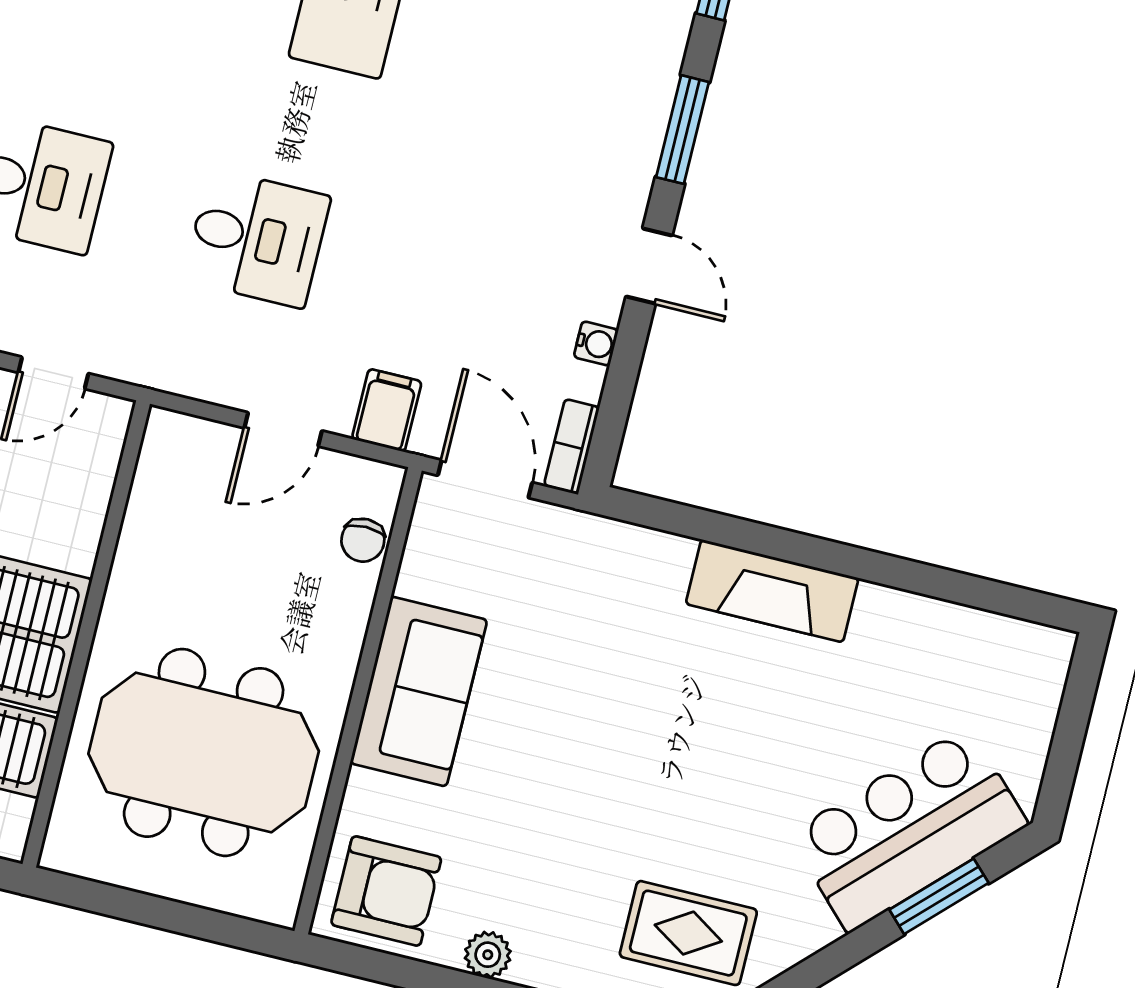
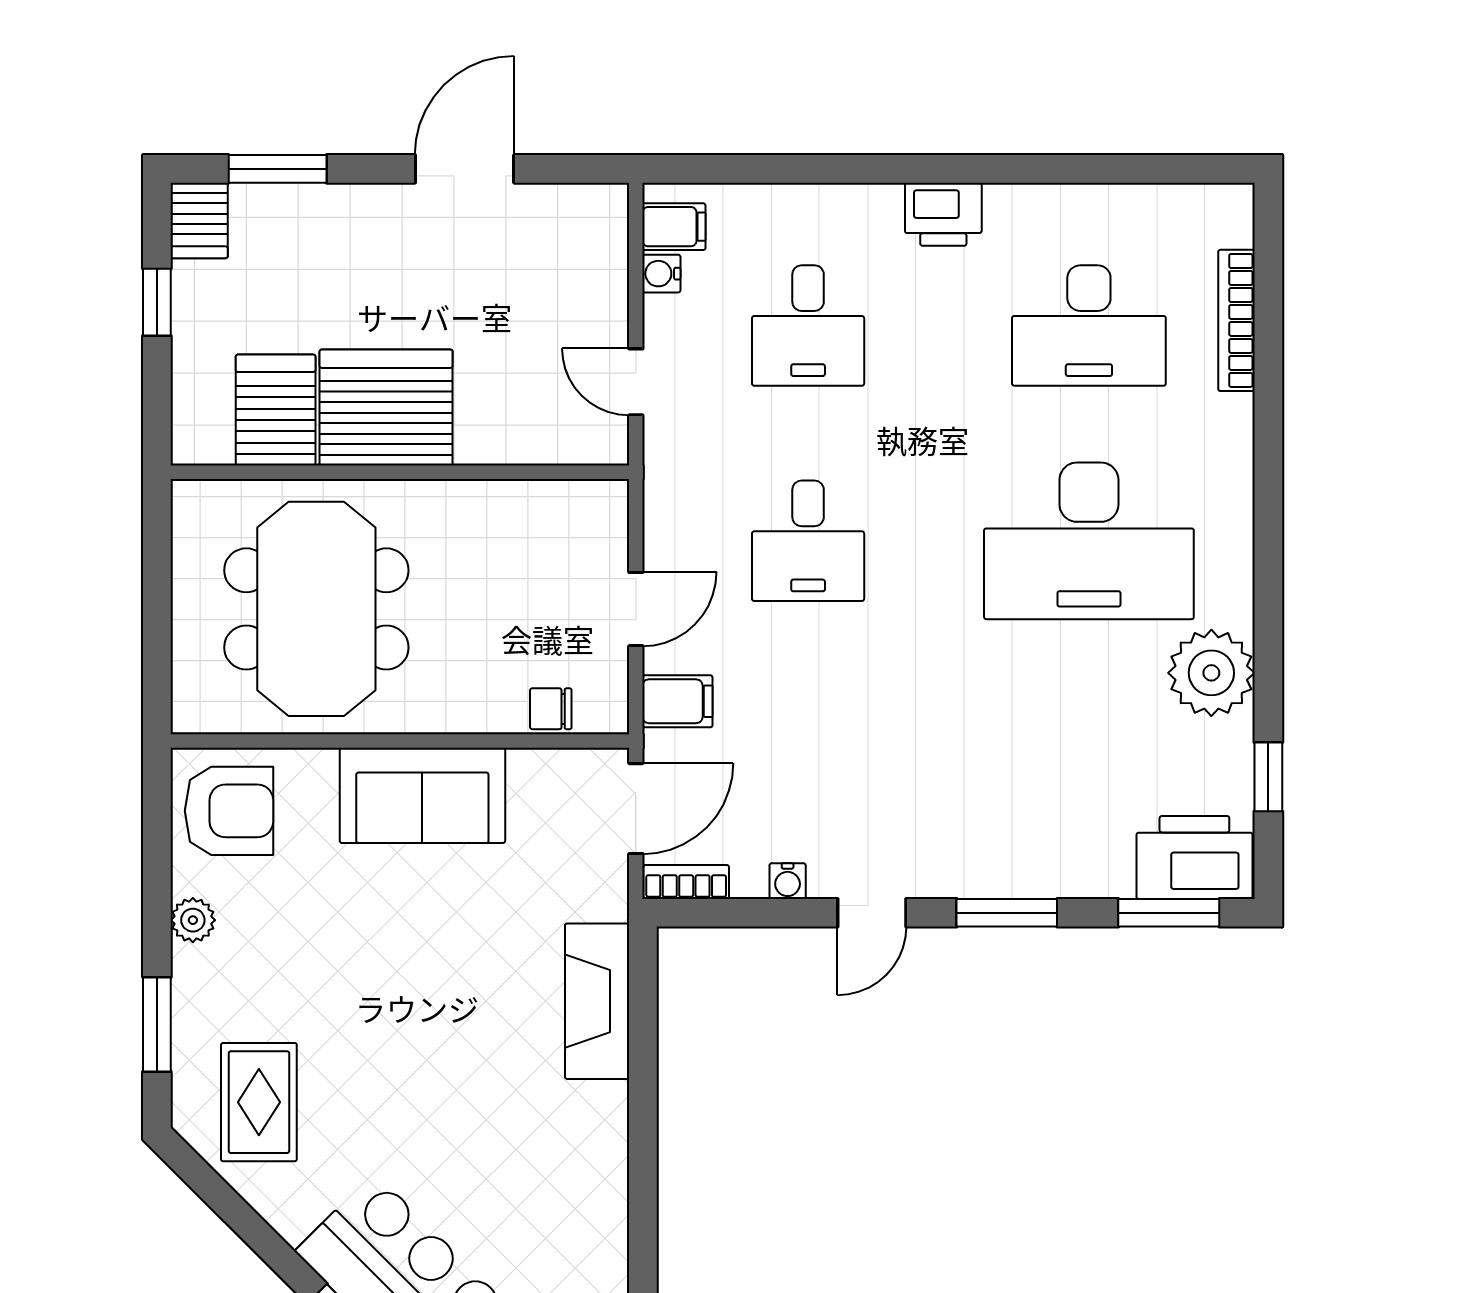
door: (283, 429) -> (636, 609), swing flipped
fireplace: (772, 591) -> (597, 1001), moved
armchair: (386, 891) -> (229, 811), turned -90

